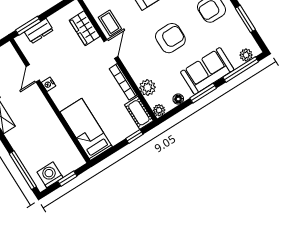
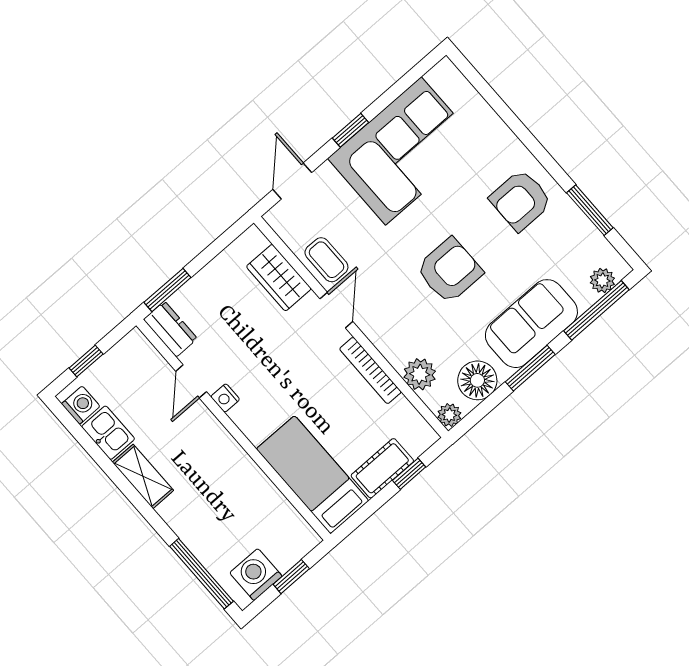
dresser: (39, 31) -> (170, 329), moved, turned -90
floor lamp: (178, 99) -> (477, 380), width x1.89, depth x1.89
cot: (139, 113) -> (382, 468), moved, turned 90

